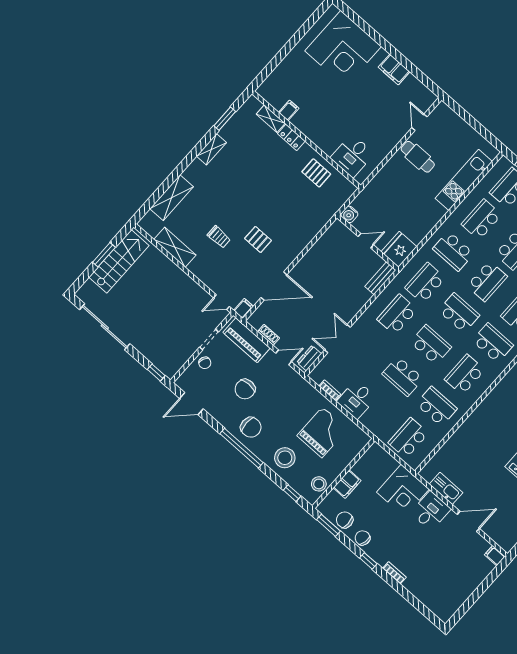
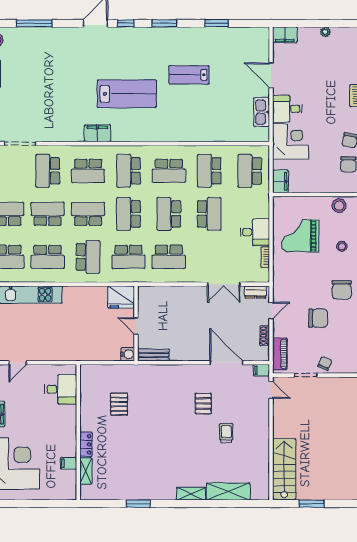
filing cabinet: (289, 110) -> (68, 463), moved
shelving: (271, 119) -> (86, 471), moved
locker: (291, 137) -> (86, 444), moved
wall: (306, 140) -> (78, 432), moved
shelving: (211, 149) -> (191, 494), moved
desk: (352, 156) -> (61, 389), moved
cafe table: (418, 157) -> (43, 342), removed
shelving: (175, 247) -> (261, 458), removed
stairs: (119, 261) -> (284, 469), moved, turned 90
bench: (380, 278) -> (153, 355), moved
piano: (247, 340) -> (280, 354), width x0.73, depth x0.75
door: (284, 357) -> (271, 311), swing flipped
chair: (251, 427) -> (342, 290), turned 180
school desk: (408, 438) -> (250, 171), turned 90
stool: (285, 458) -> (342, 246), width x0.53, depth x0.53
filing cabinet: (347, 484) -> (280, 181), moved, turned 90
filing cabinet: (495, 556) -> (285, 35), width x2.00
plant: (465, 594) -> (325, 32), added

